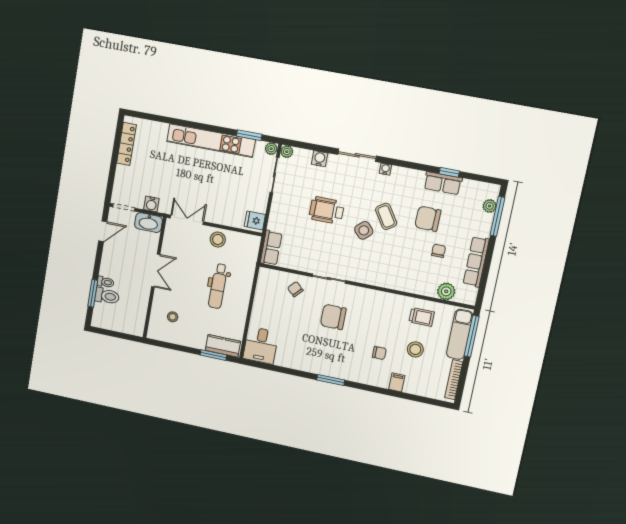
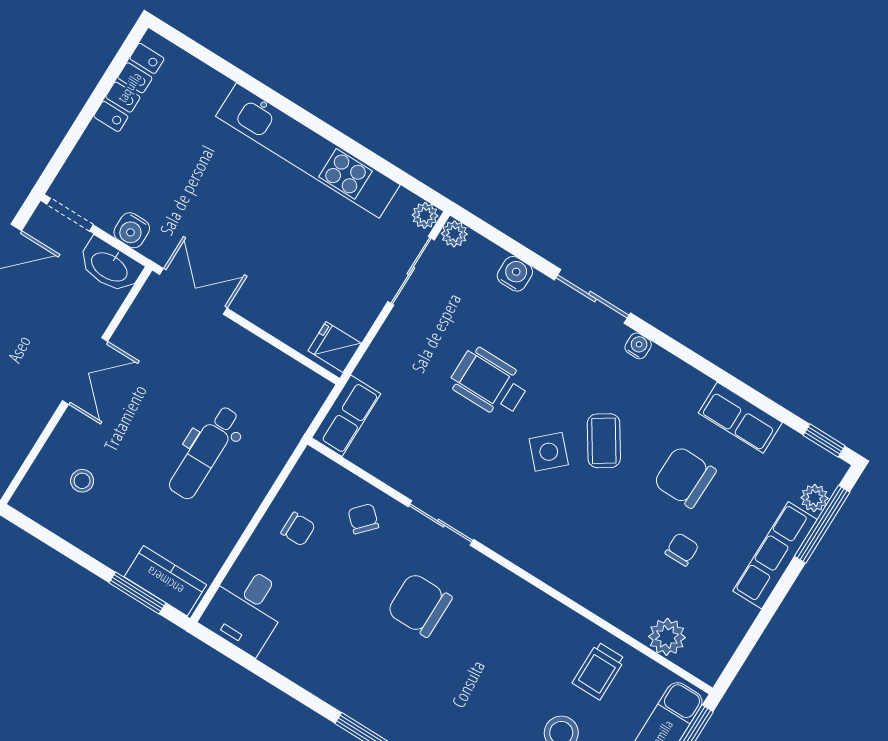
window: (249, 135) -> (391, 171), removed
window: (449, 172) -> (824, 441), moved
stool: (218, 239) -> (242, 356), removed
row of seats: (476, 262) -> (775, 555), moved
trolley: (422, 317) -> (599, 671), turned 90
chair: (379, 353) -> (298, 529), moved

